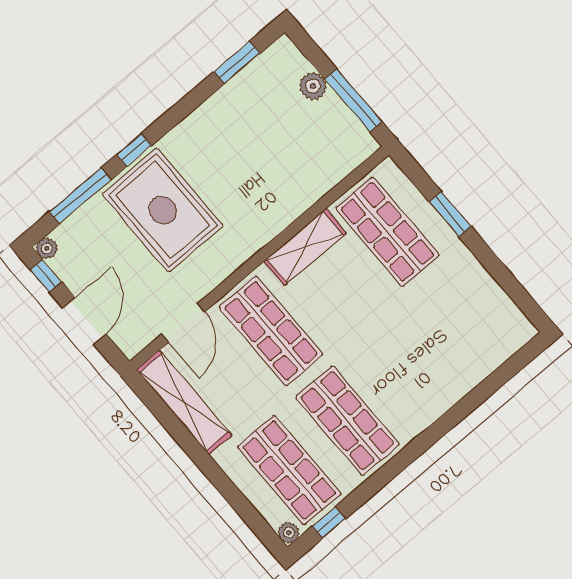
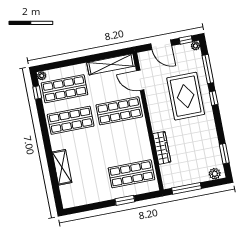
plant: (313, 86) -> (215, 174), moved
wardrobe: (298, 199) -> (162, 148), added
rug: (163, 210) -> (186, 96), turned 90
shelving: (305, 247) -> (62, 167), moved

